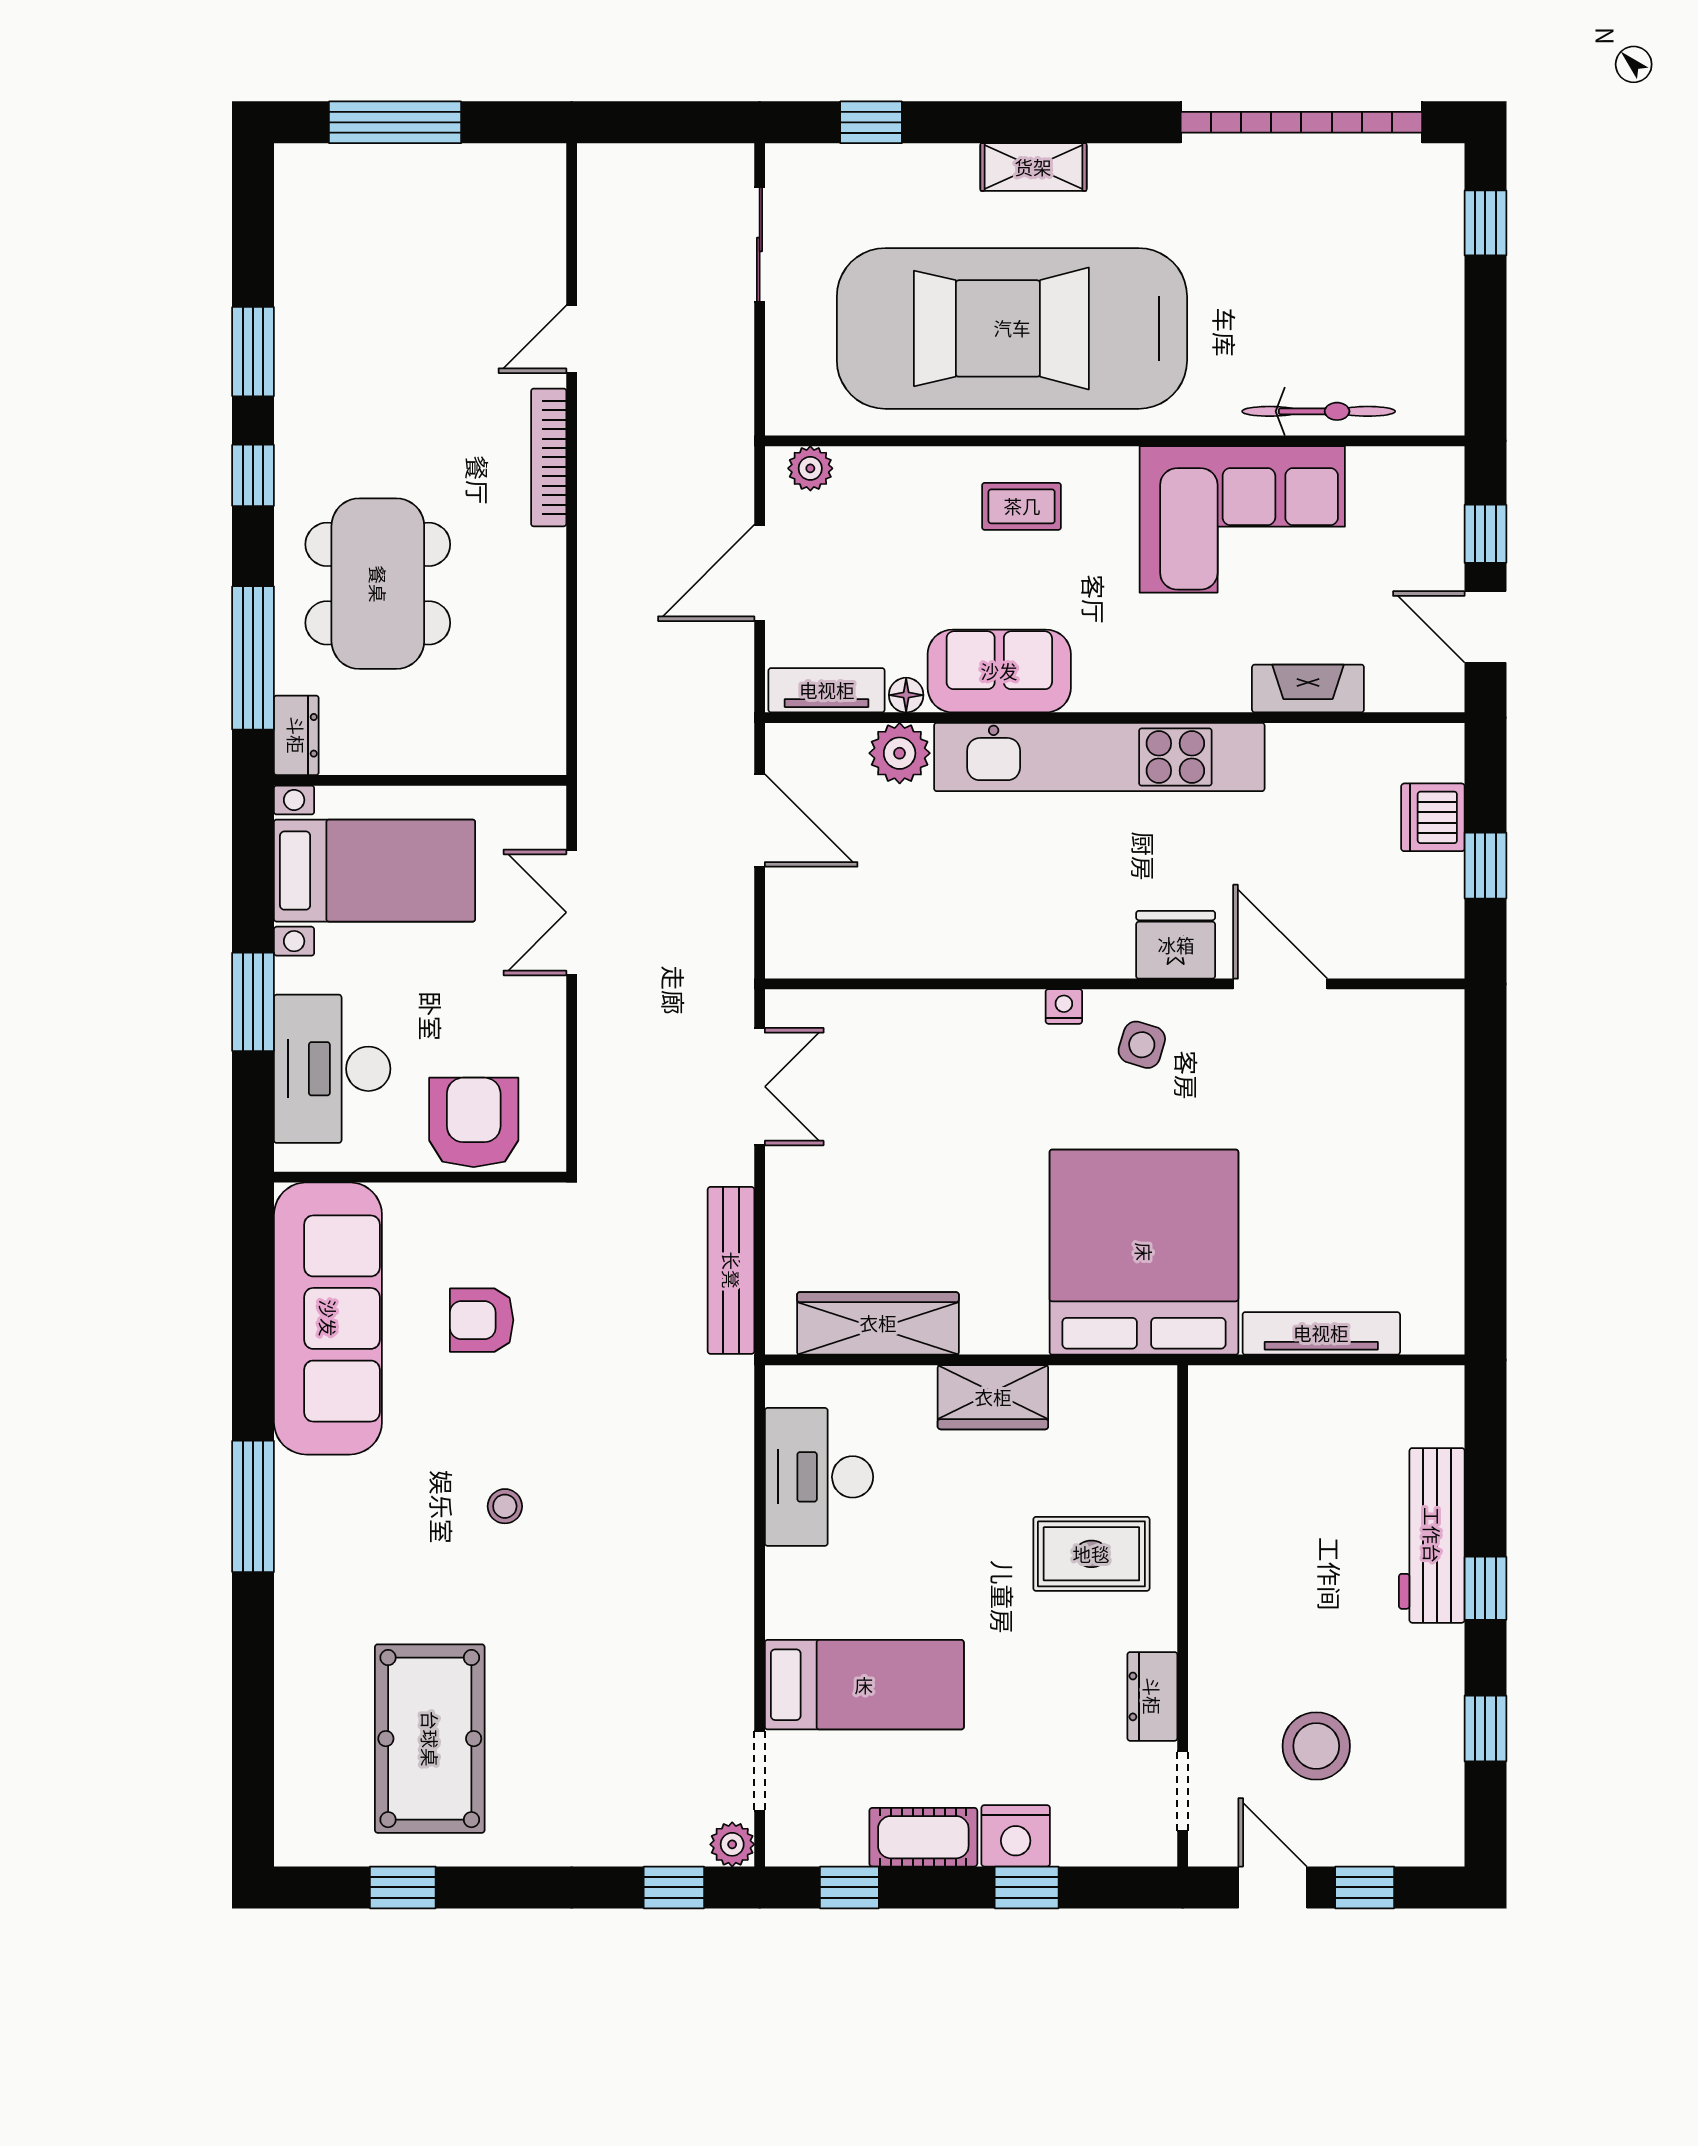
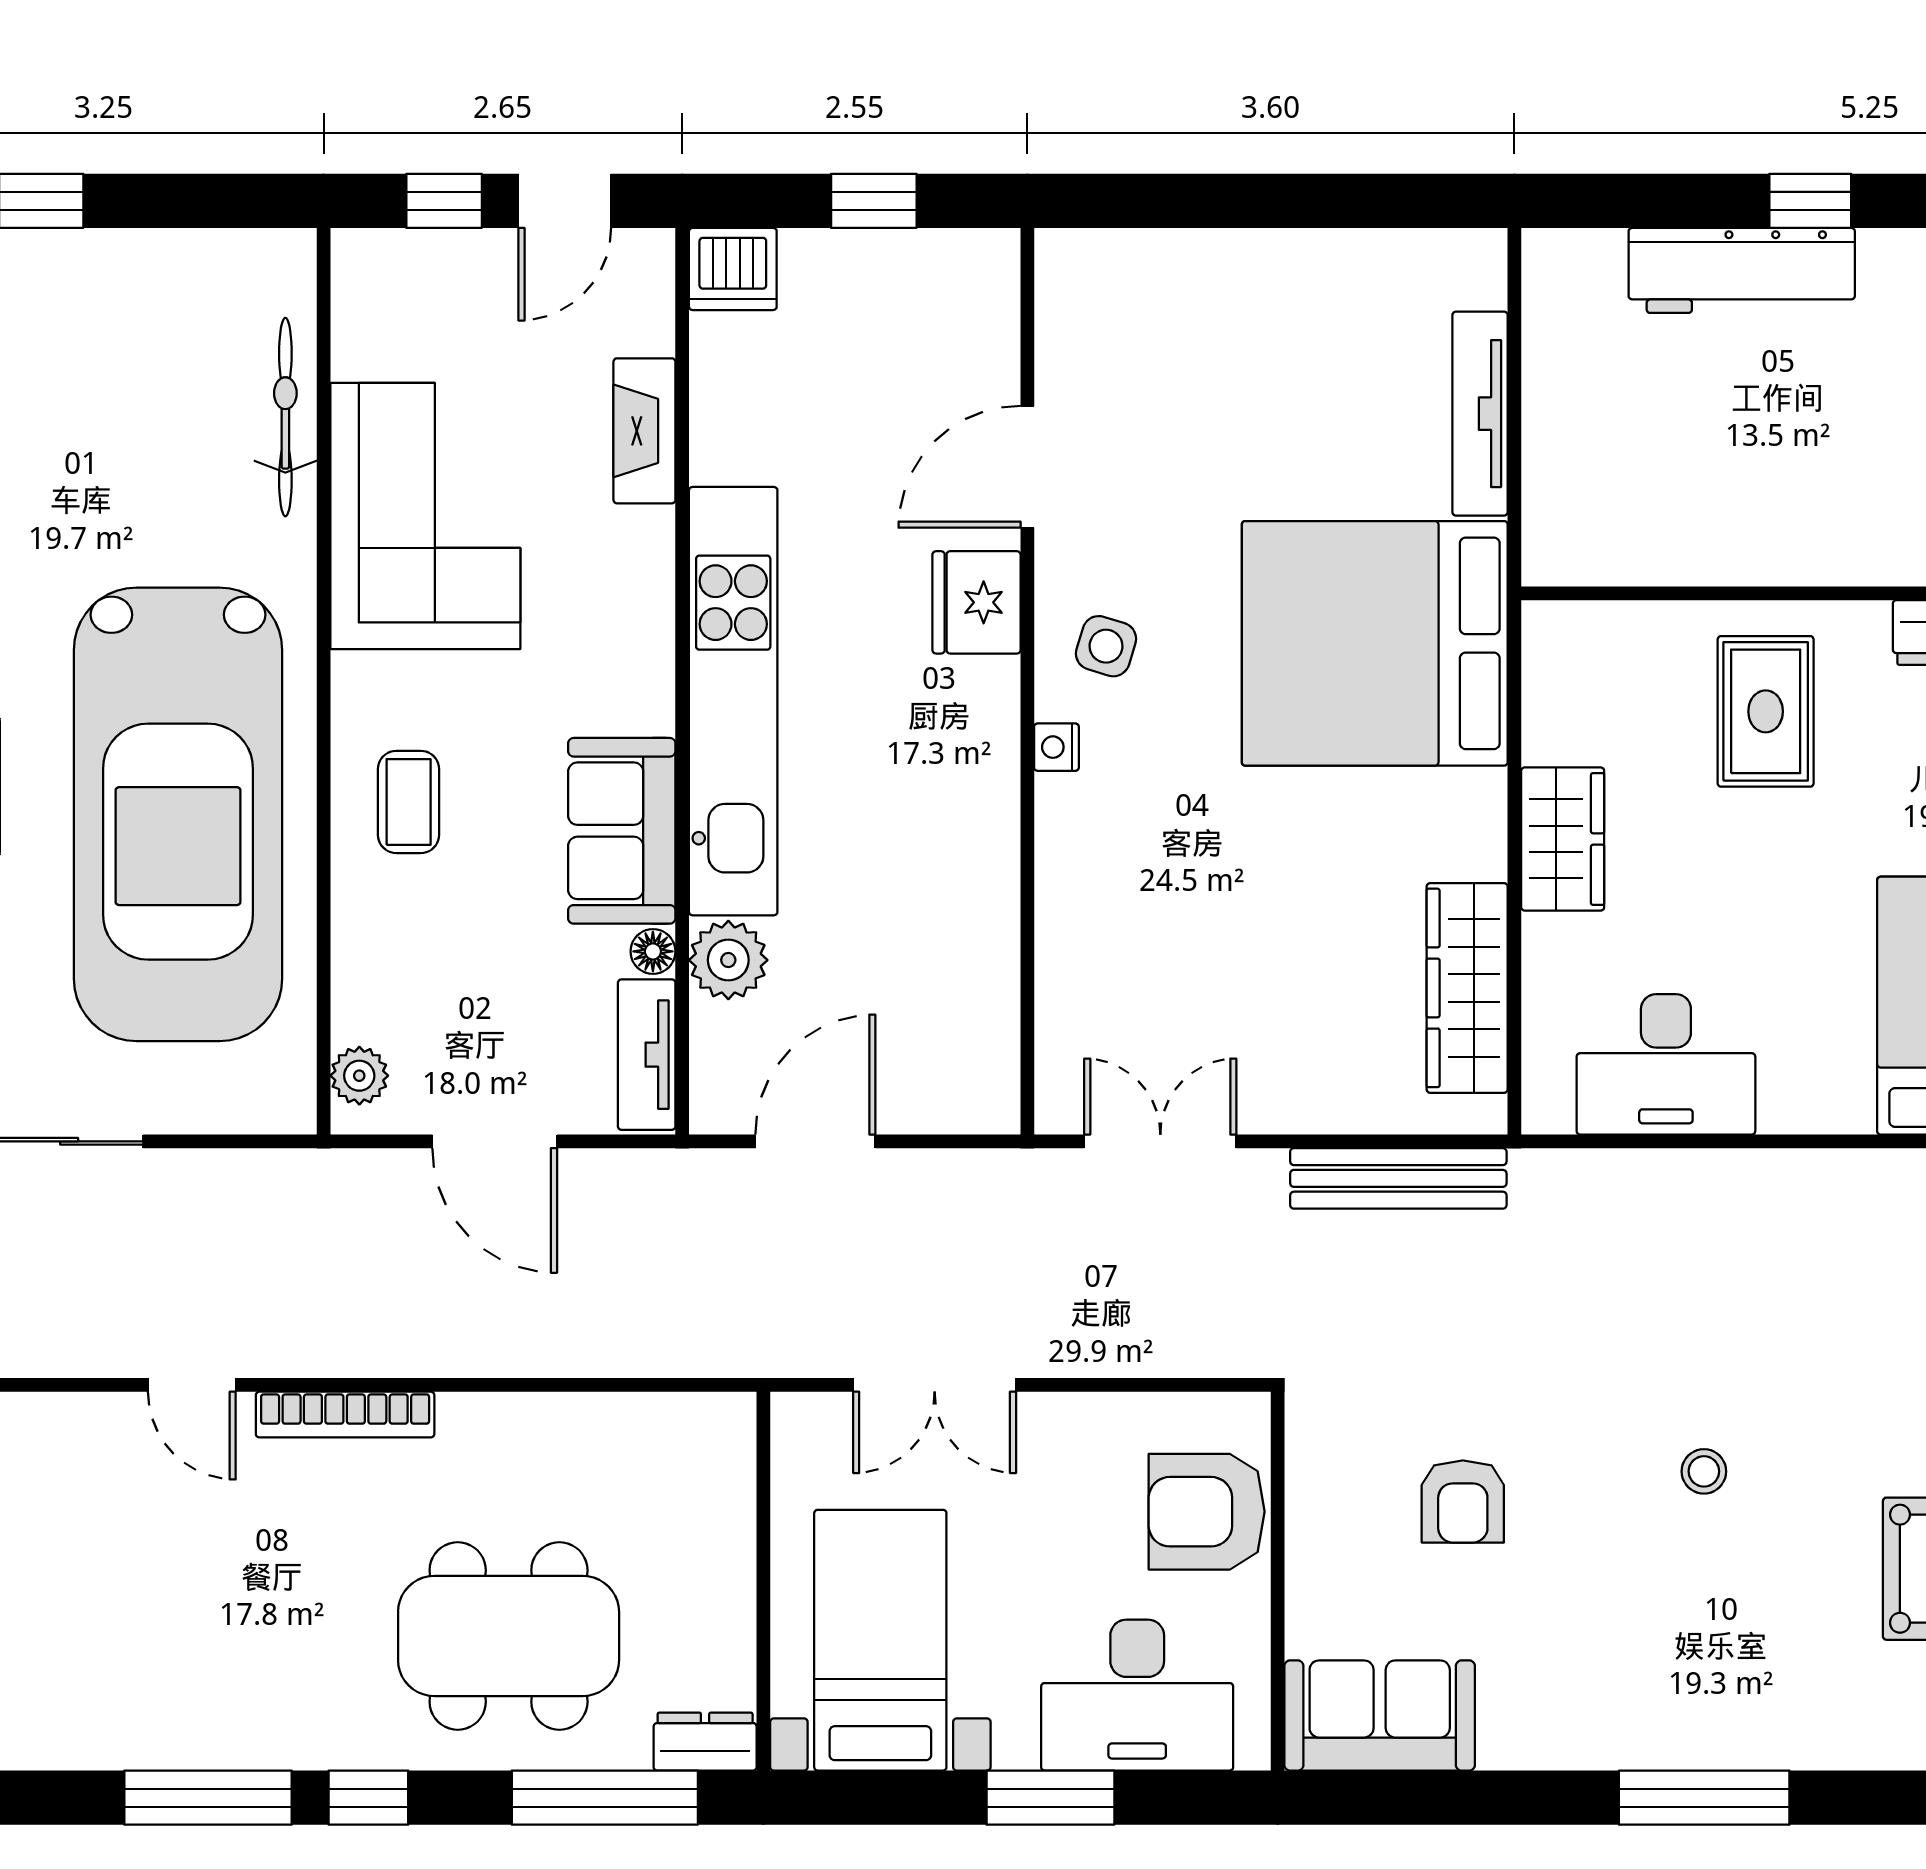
window: (253, 352) -> (208, 1798), width x1.44
dishwasher: (1433, 817) -> (733, 269), moved
sofa: (328, 1318) -> (1380, 1715), width x0.54, depth x0.79

